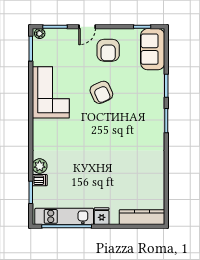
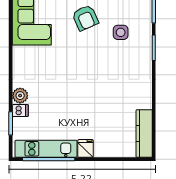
side table: (135, 106) -> (121, 32), added
kitchen counter: (142, 217) -> (144, 134), moved, turned -90

